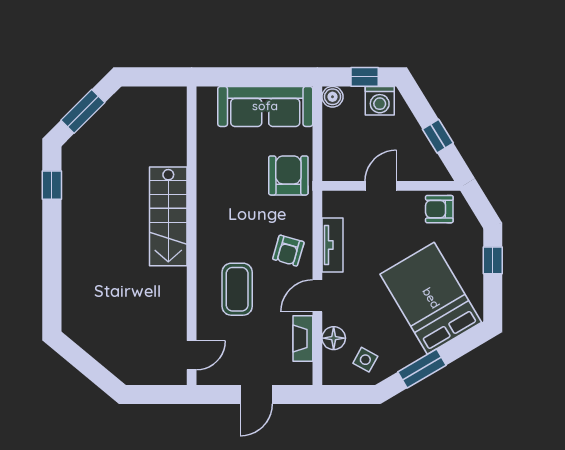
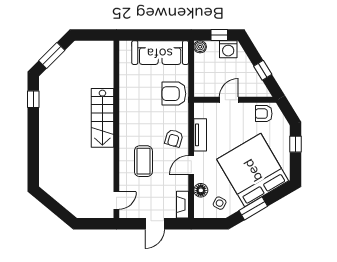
armchair: (288, 175) -> (174, 94), turned -90
bed: (431, 298) -> (253, 170), width x1.36
fireplace: (303, 338) -> (182, 205), moved

